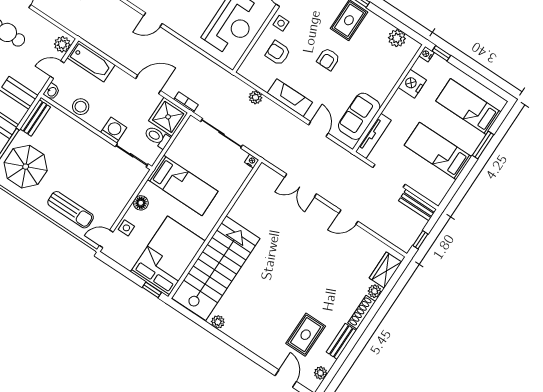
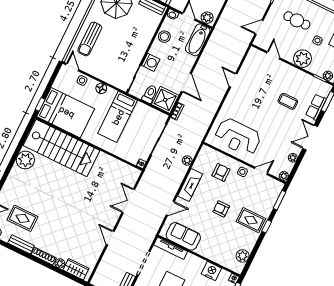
plant: (218, 322) -> (25, 160), width x1.88, depth x1.88

